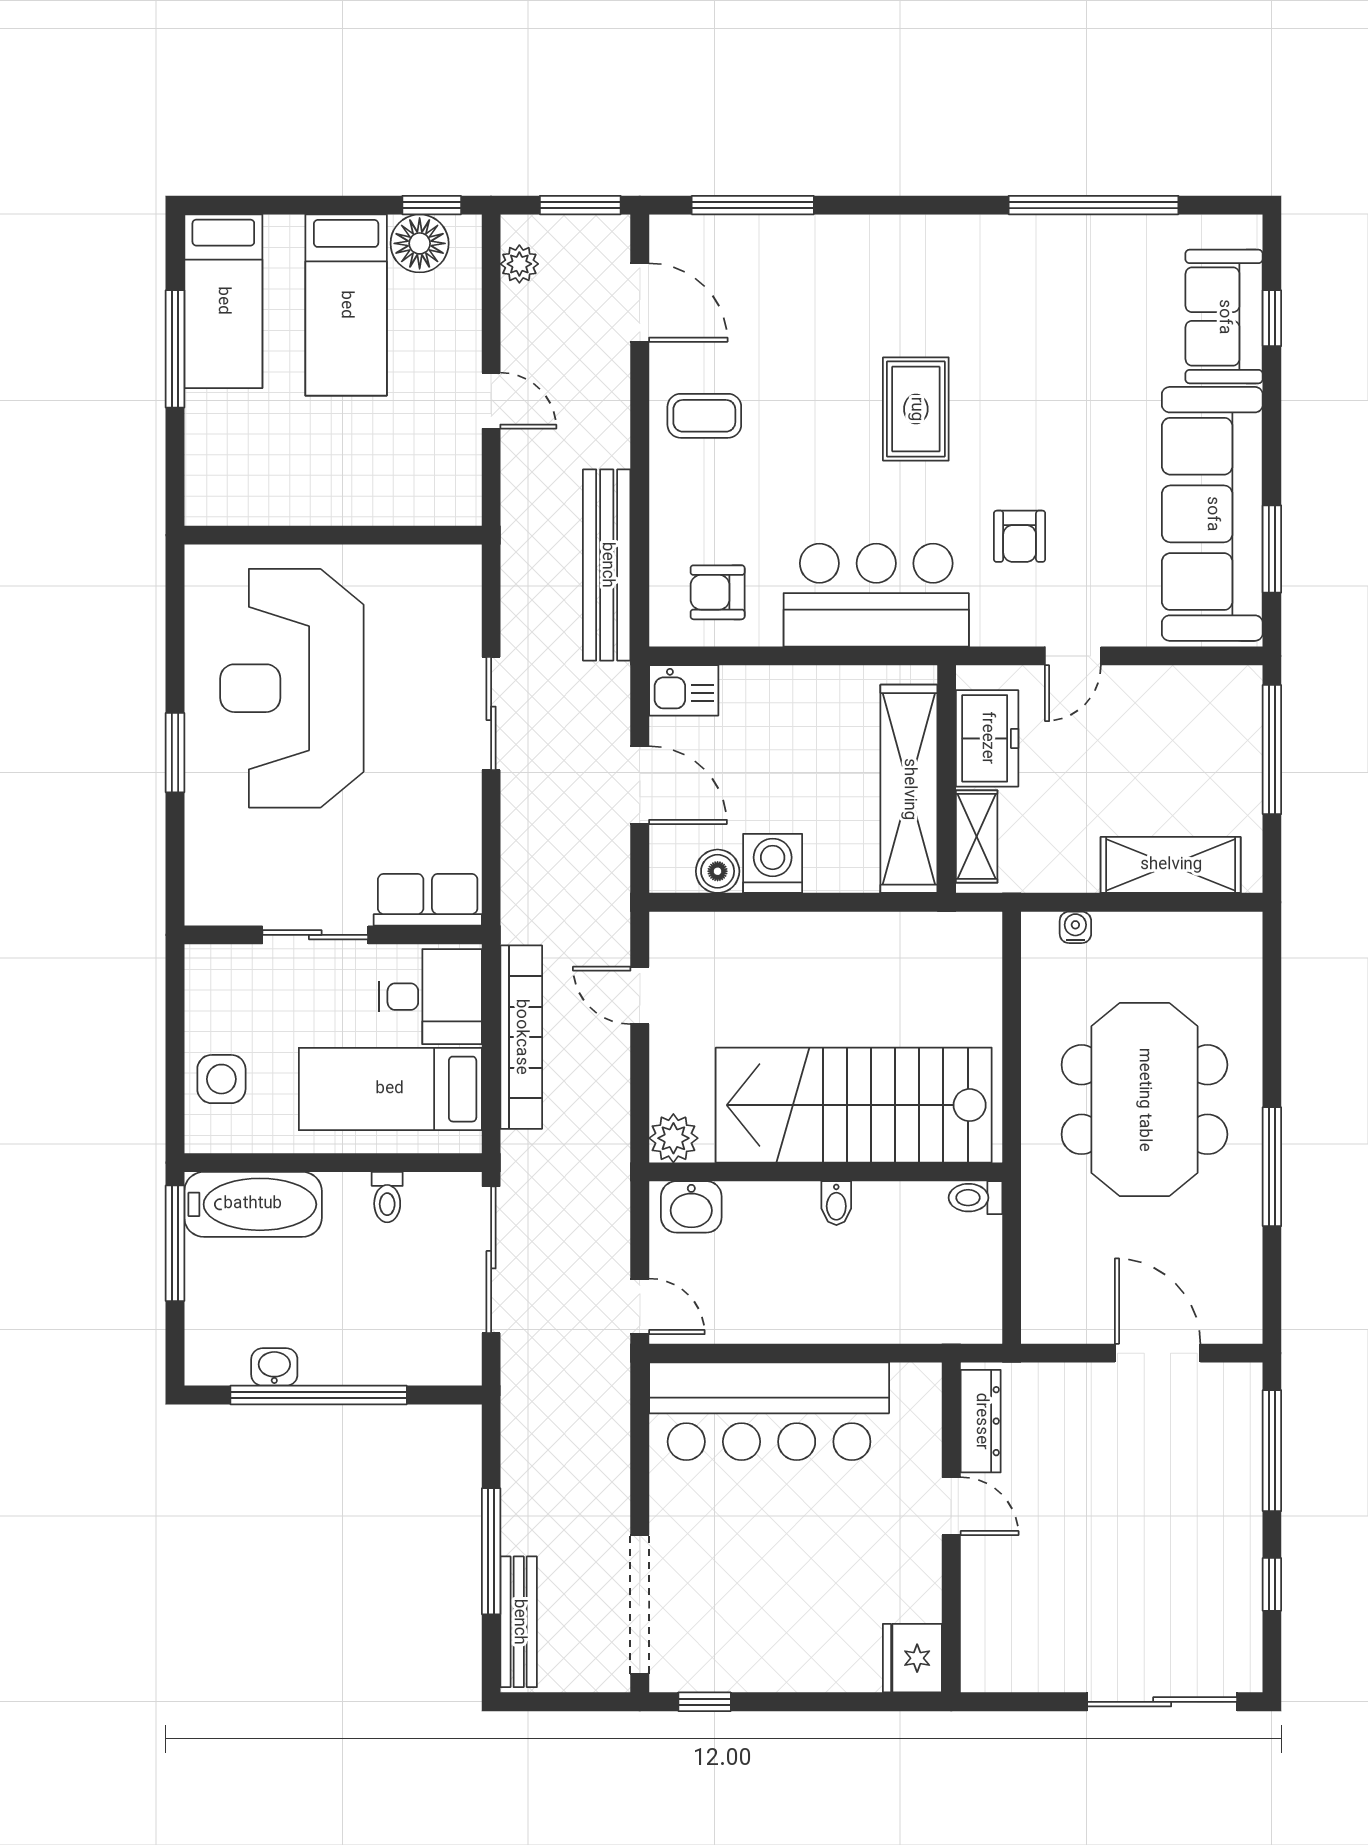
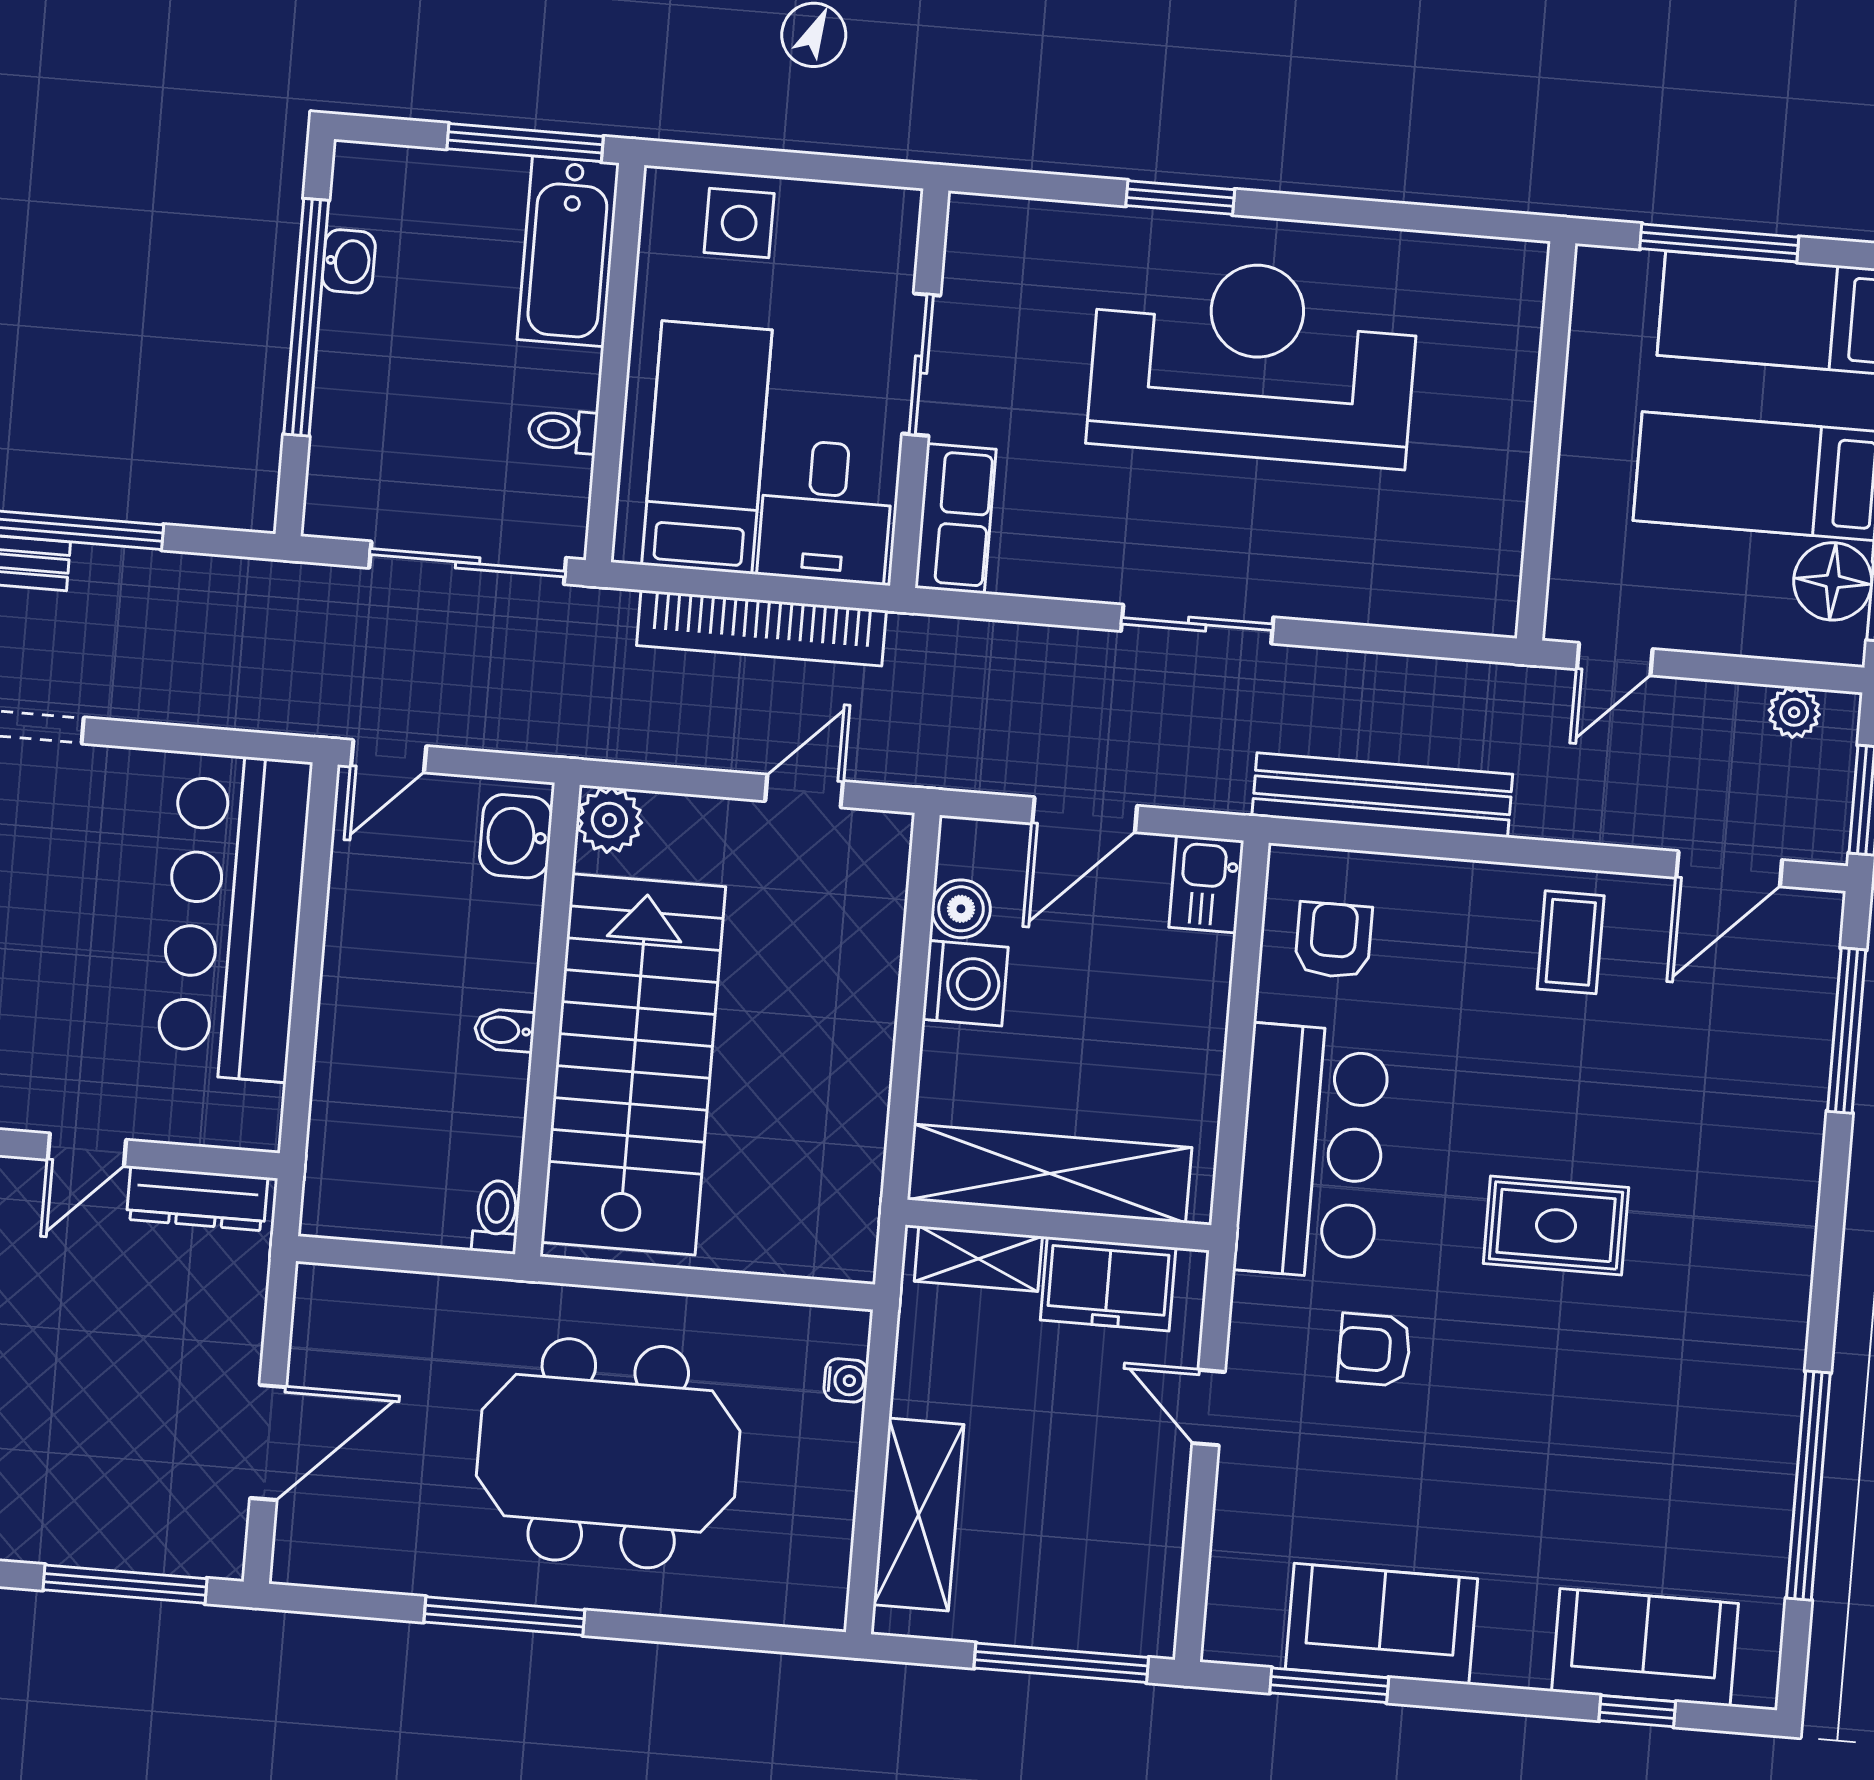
sofa: (1212, 514) -> (1382, 1624), width x0.54, depth x0.79
wall: (333, 535) -> (1546, 441), moved

